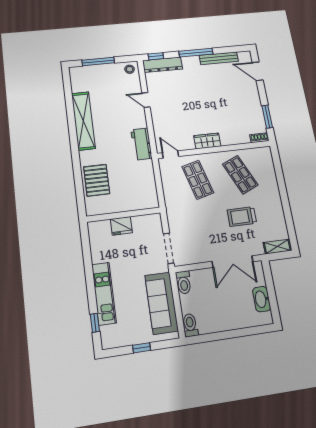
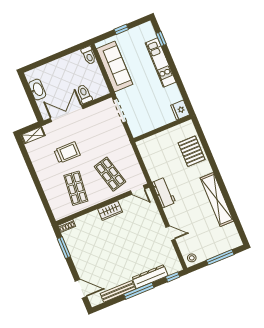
dresser: (163, 65) -> (150, 277), moved
shop shelf: (240, 175) -> (76, 188), turned 30
fridge: (121, 226) -> (180, 110), moved, turned -90
toilet: (184, 282) -> (84, 94), moved

